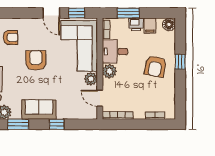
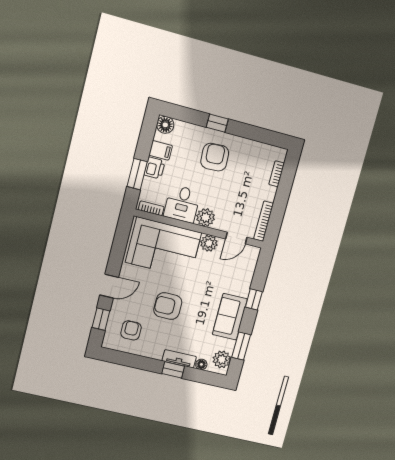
door: (51, 13) -> (109, 286), moved
window: (77, 13) -> (101, 319), moved
armchair: (155, 66) -> (215, 157), turned -104

